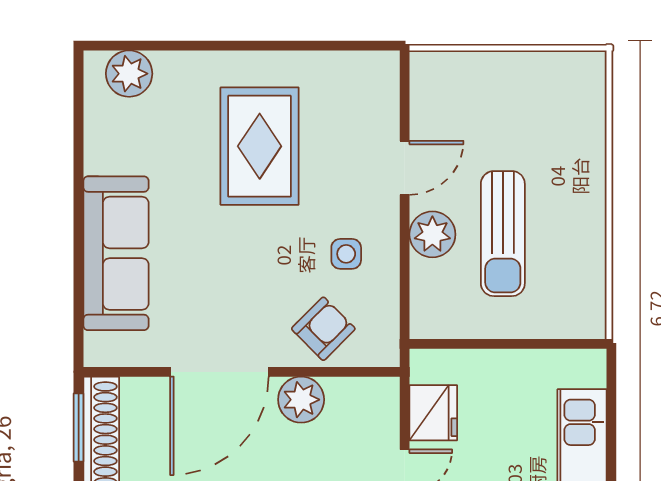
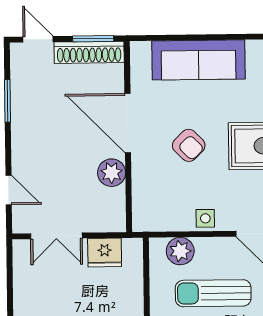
plant: (432, 234) -> (180, 251), moved
side table: (346, 254) -> (205, 218), moved
armchair: (323, 329) -> (189, 145), moved

